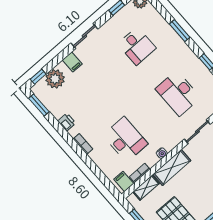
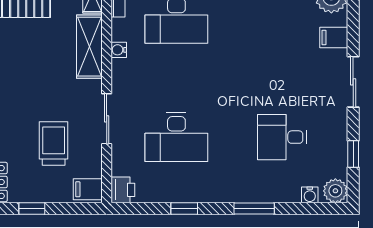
water cooler: (152, 11) -> (310, 195), added
desk: (178, 93) -> (176, 137), turned 180

